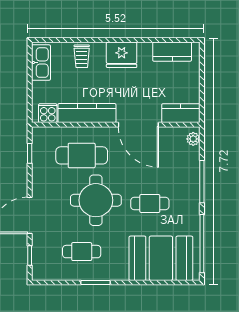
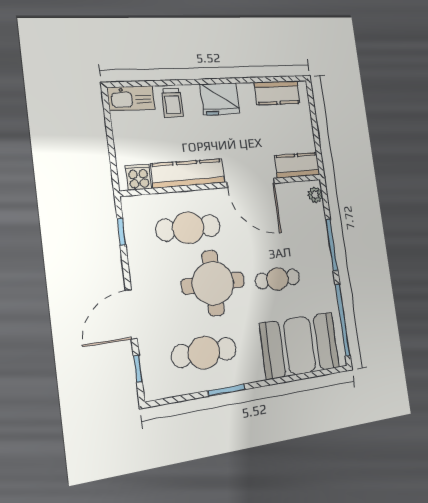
kitchen sink: (41, 63) -> (131, 98), moved, turned 90
cafe table: (82, 252) -> (204, 352), width x1.37, depth x1.35

